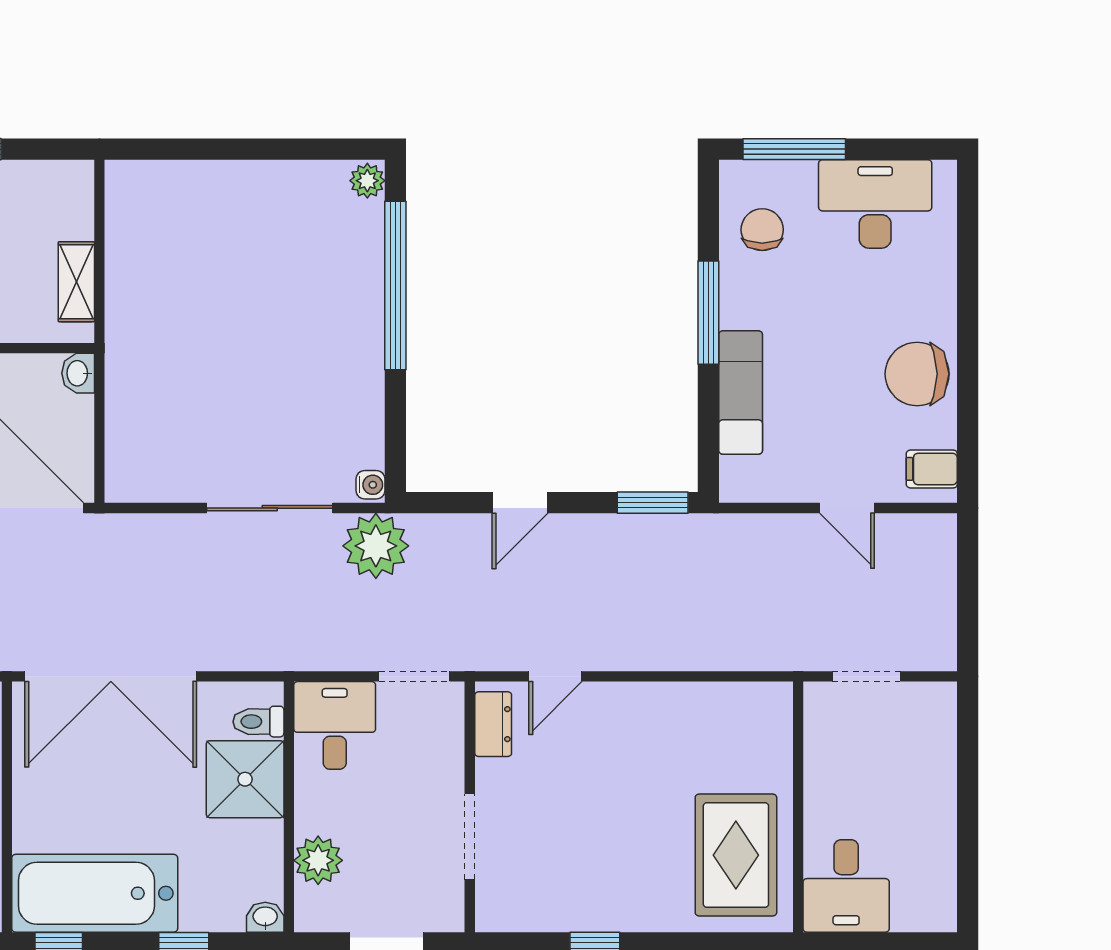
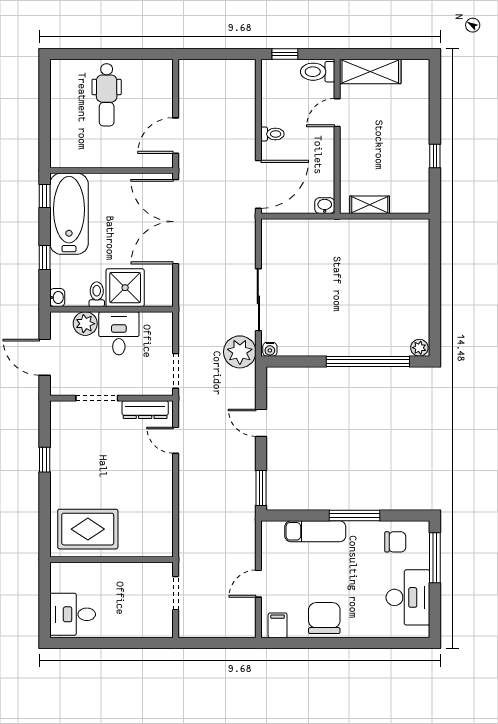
toilet: (258, 722) -> (97, 294), moved
dresser: (493, 724) -> (145, 410), width x1.44
desk: (335, 725) -> (119, 333), moved, turned -90
desk: (846, 886) -> (73, 614), moved

